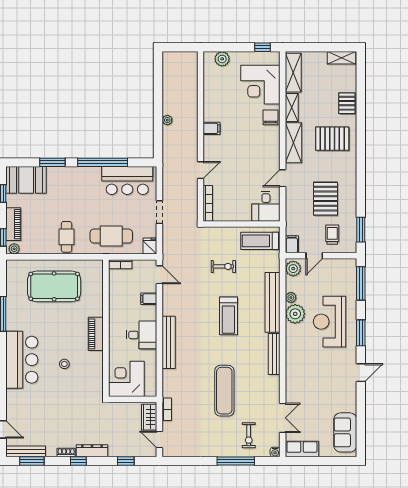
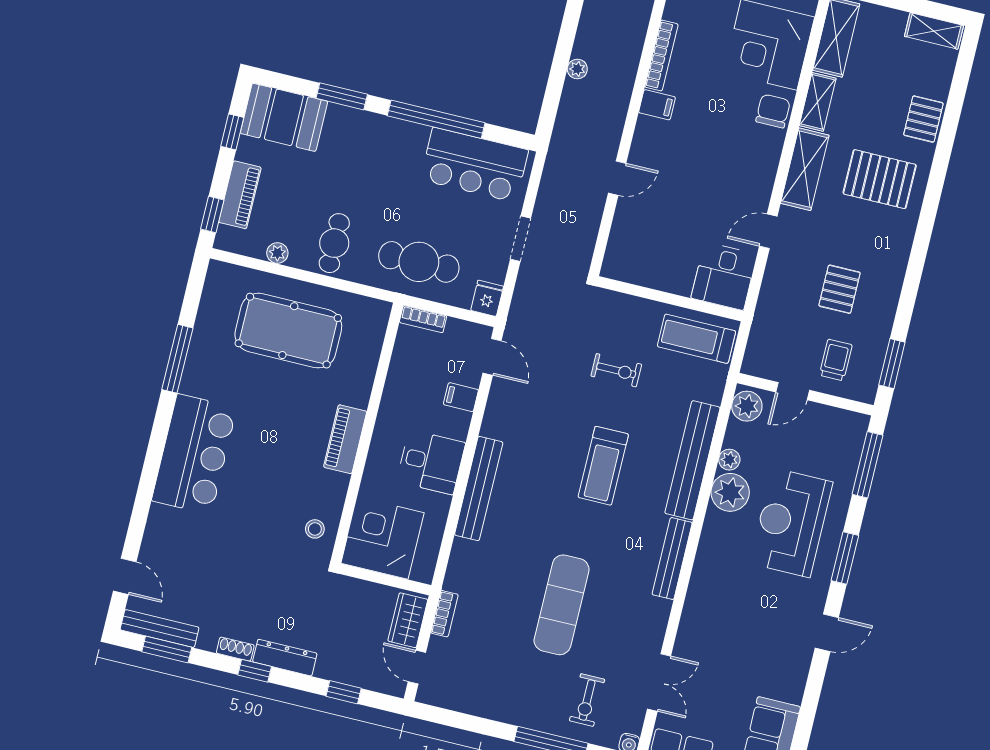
pallet: (325, 199) -> (840, 289), width x0.67, depth x0.71
bookcase: (208, 203) -> (661, 56), moved
filing cabinet: (292, 244) -> (756, 360), removed
plant: (14, 249) -> (277, 253), moved
stool: (64, 364) -> (315, 529), moved

